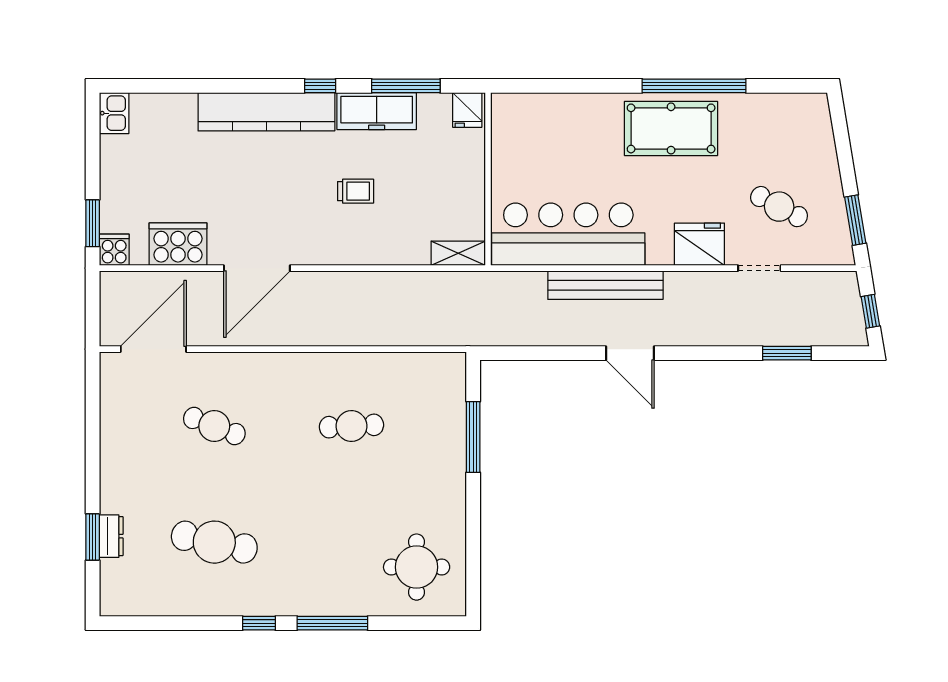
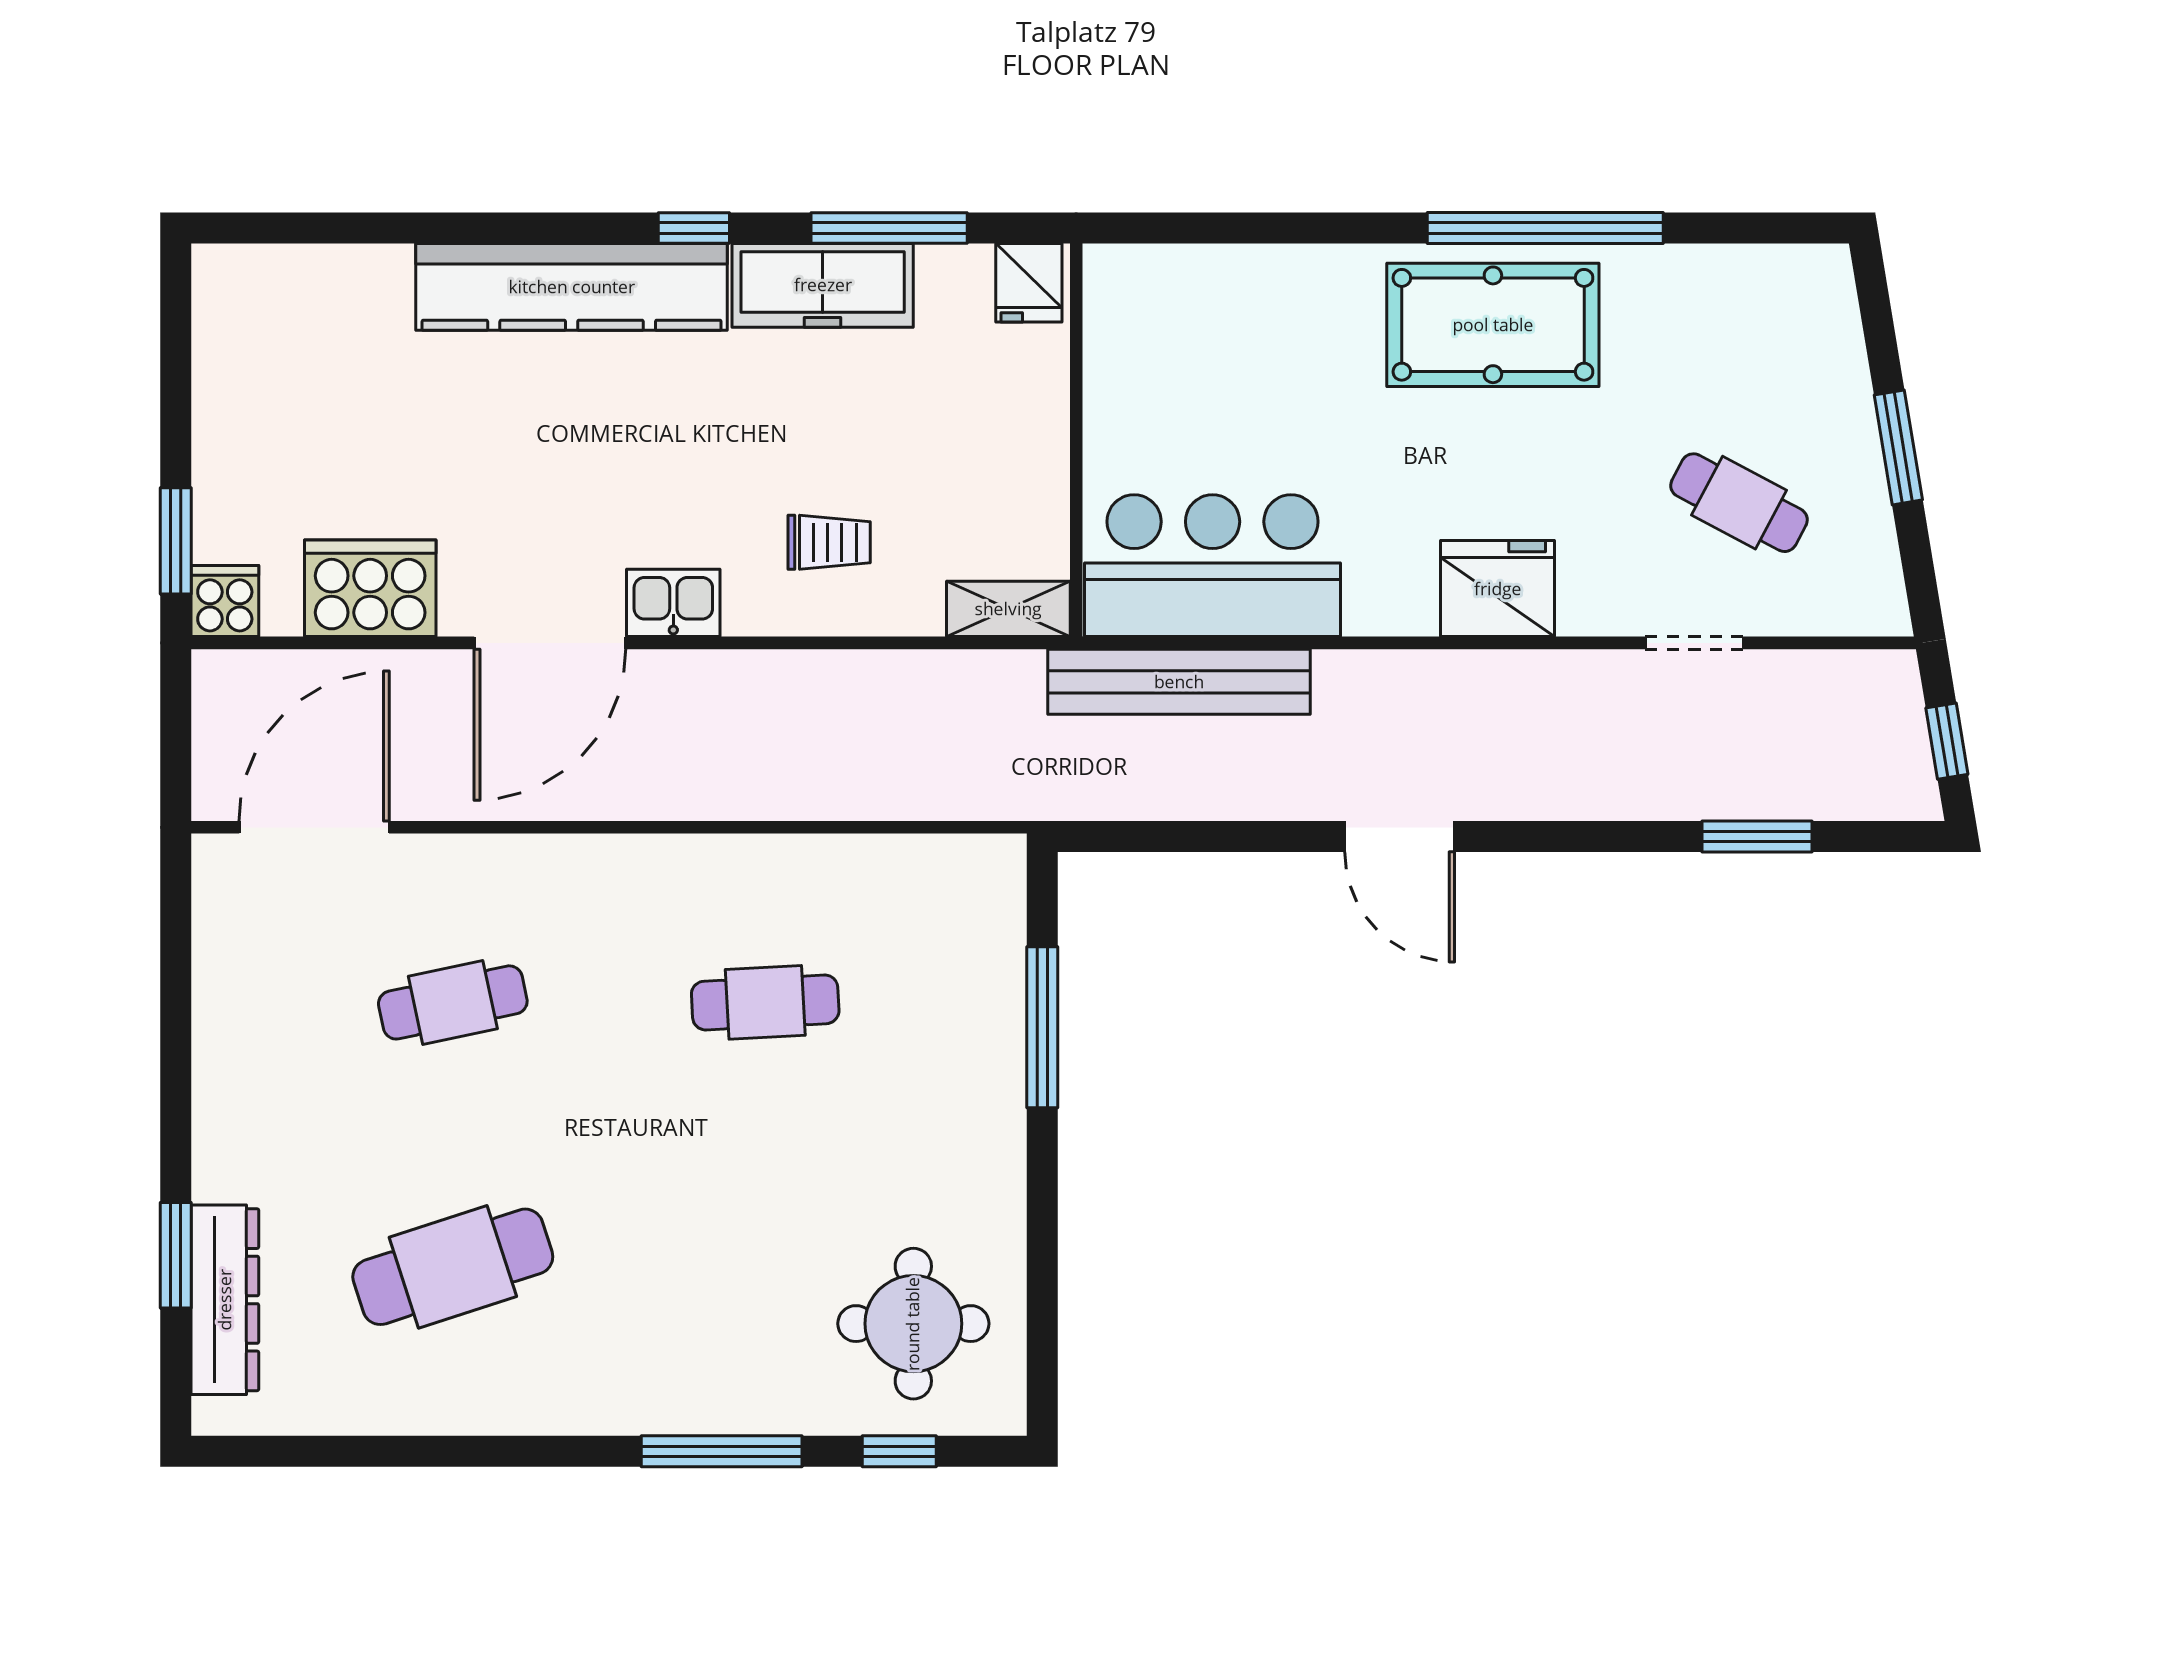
kitchen sink: (114, 113) -> (673, 603), moved, turned -90
trolley: (356, 191) -> (829, 542), moved
window: (855, 220) -> (1898, 447), moved
bar counter: (568, 234) -> (1213, 566), width x0.73
fridge: (699, 244) -> (1498, 589), moved
bench: (605, 285) -> (1179, 682), moved
cafe table: (214, 426) -> (453, 1002), turned -33
dresser: (111, 536) -> (225, 1300), width x1.96, depth x1.24
cafe table: (214, 542) -> (453, 1267), turned -30
window: (259, 623) -> (899, 1451), moved

